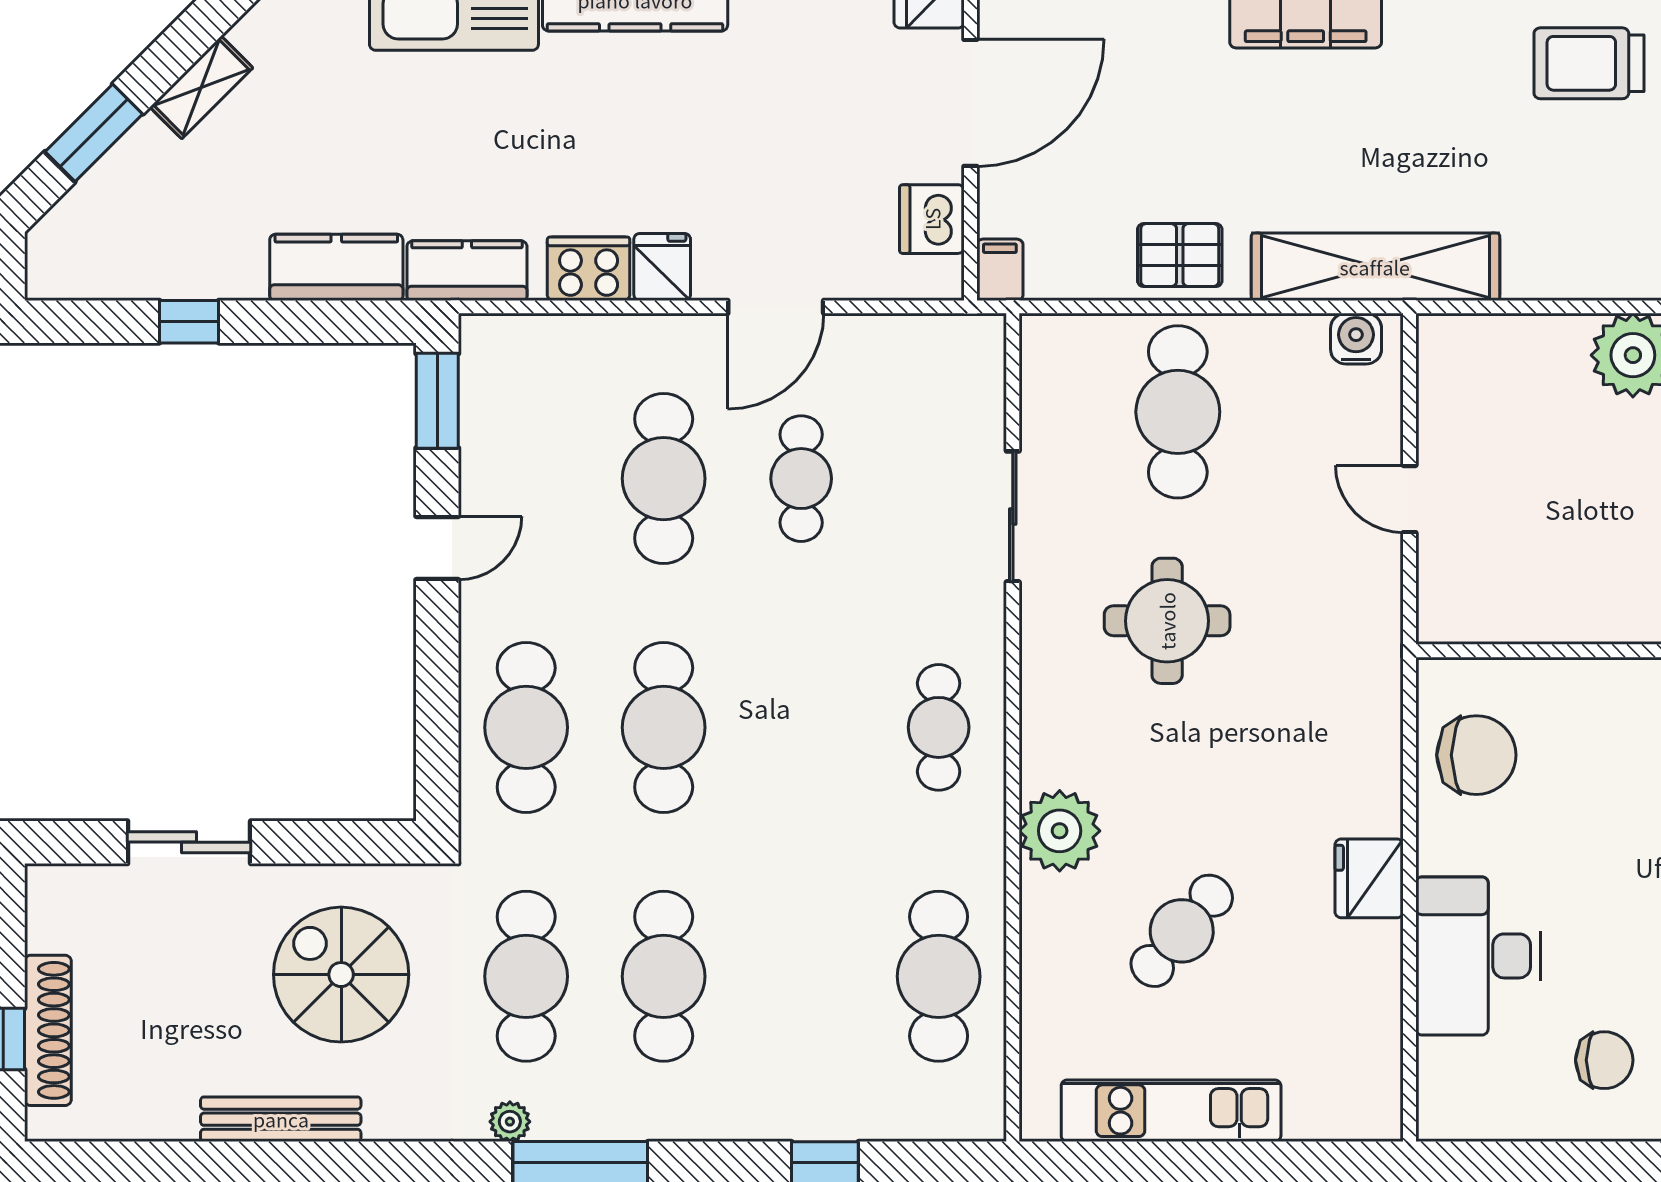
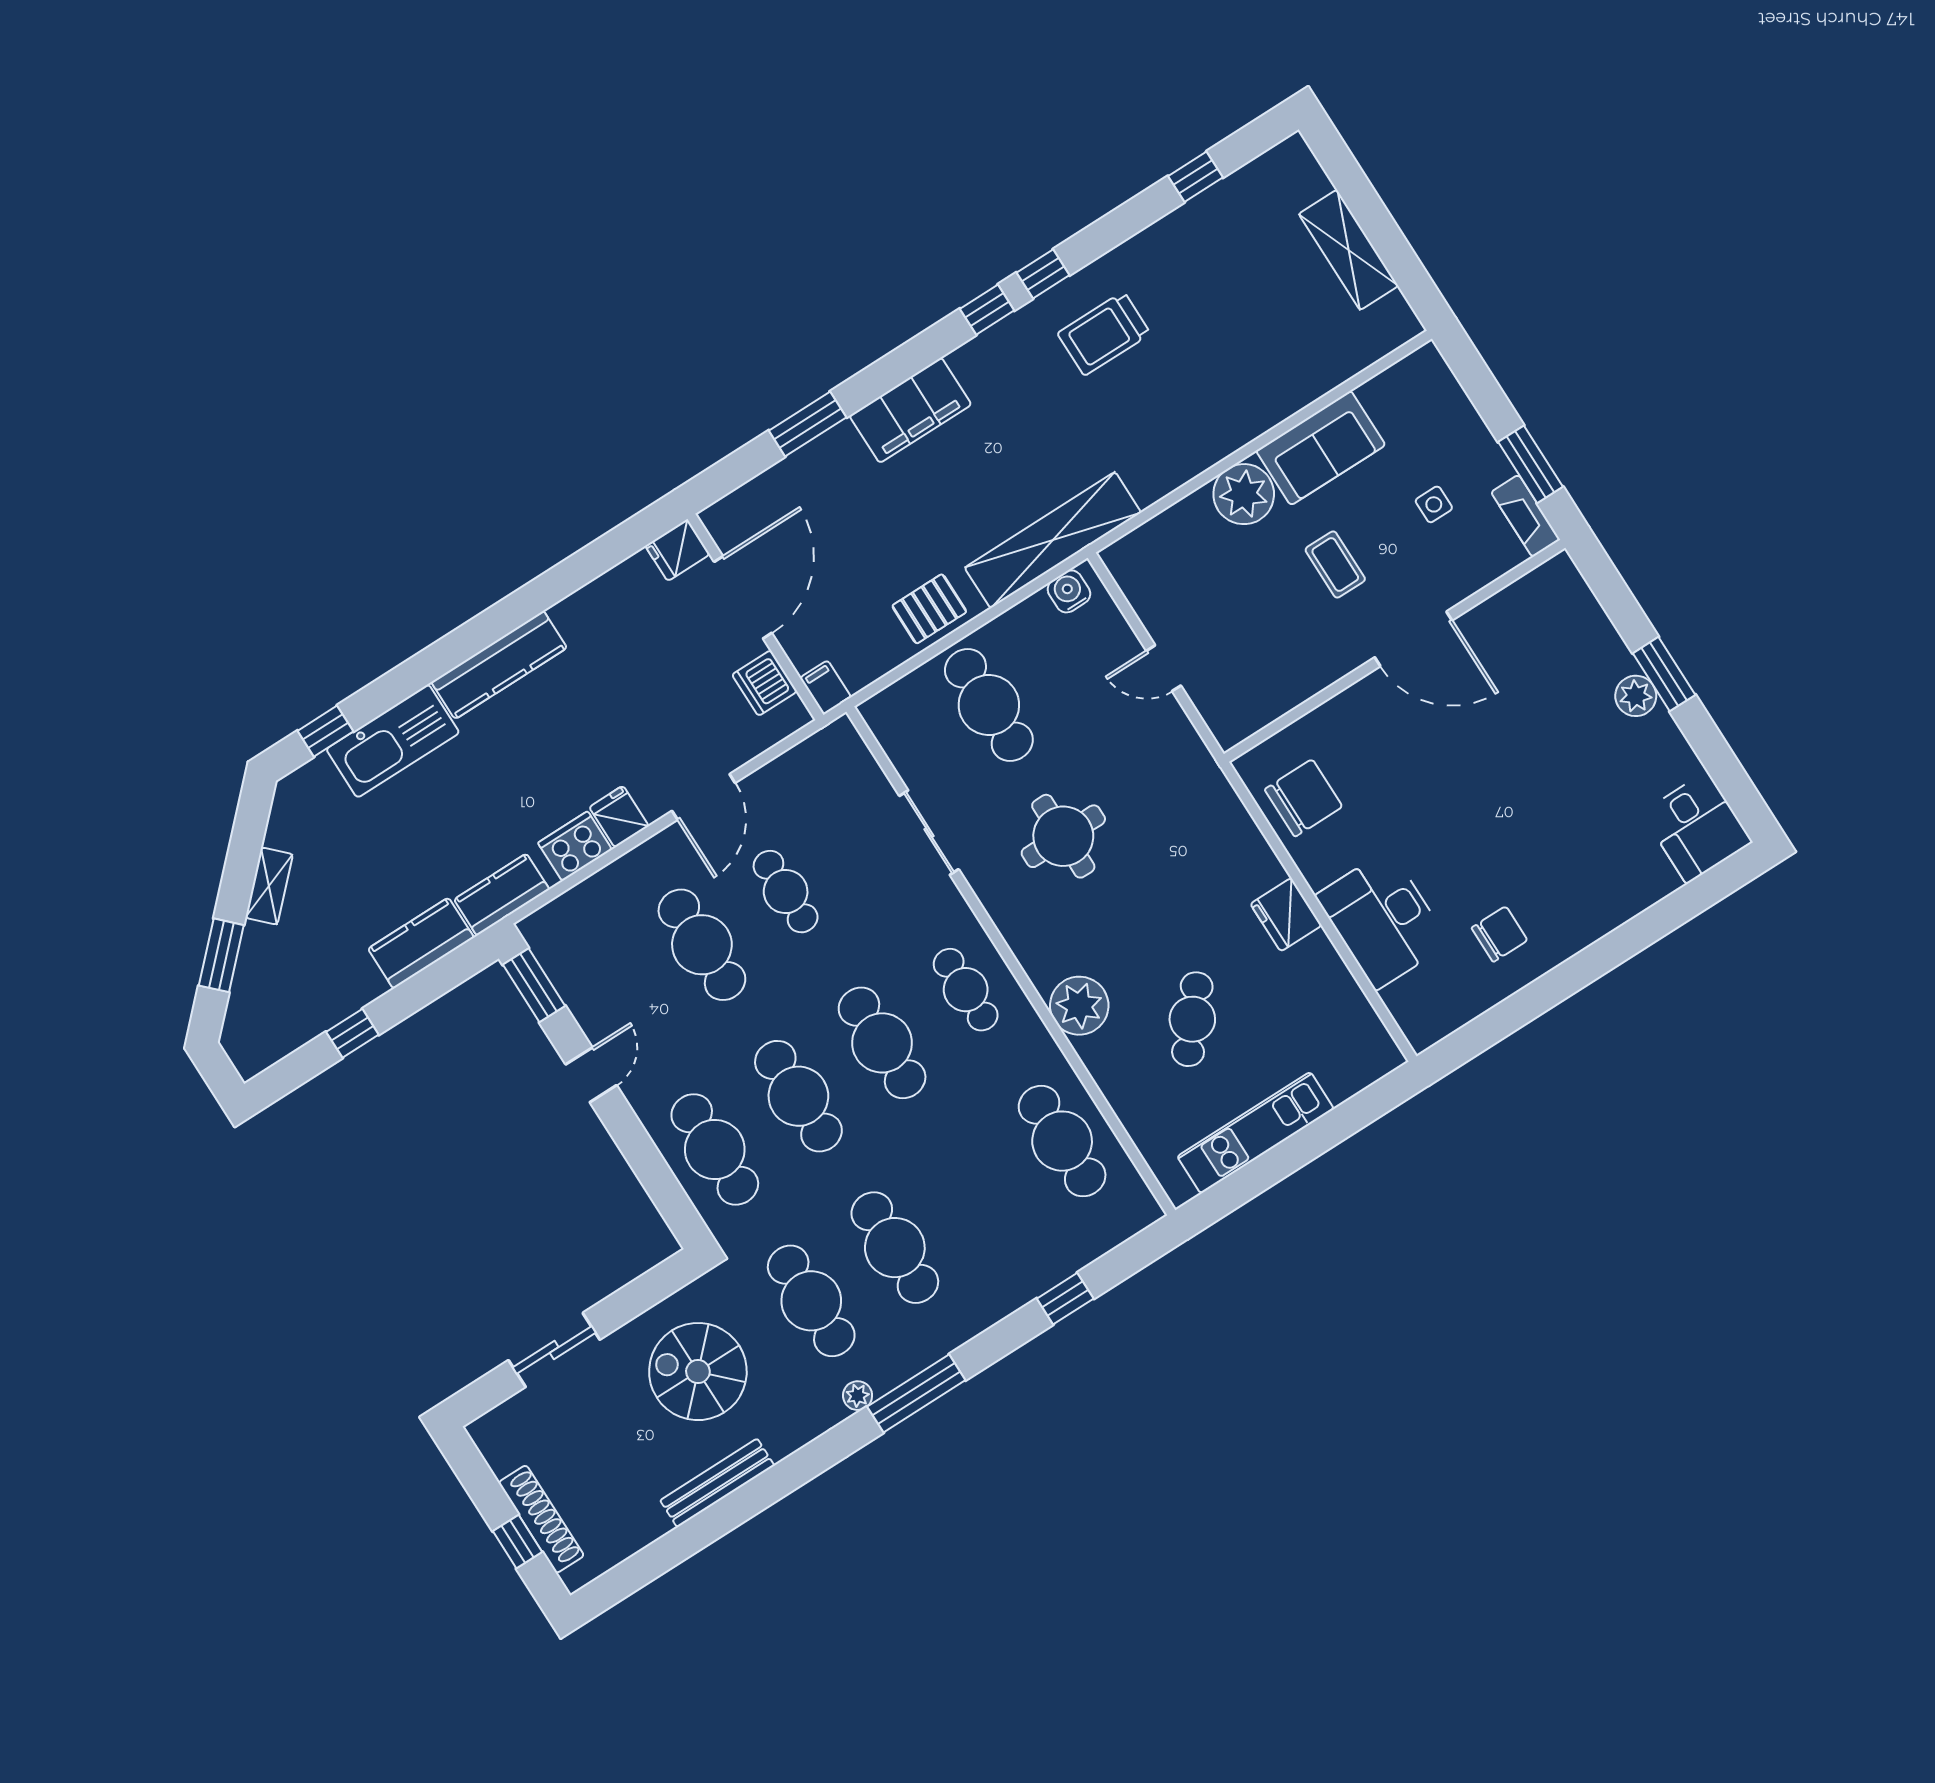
cafe table: (801, 727) -> (882, 1043), added

